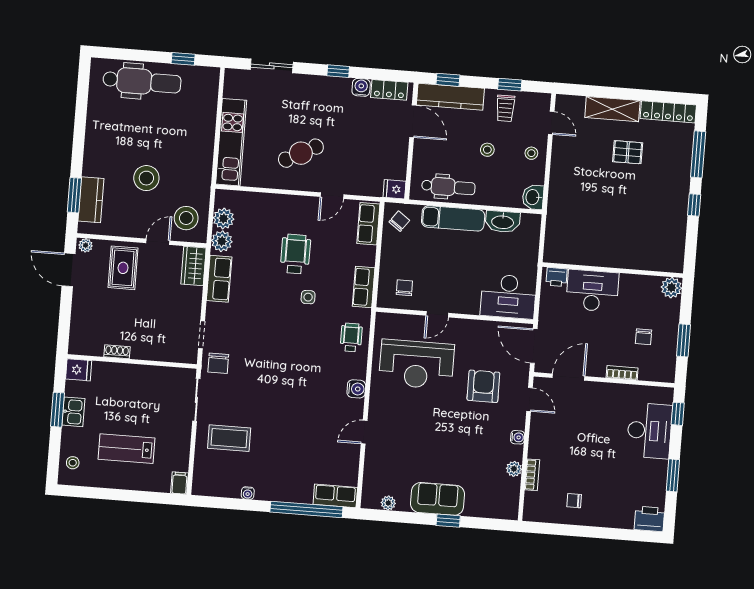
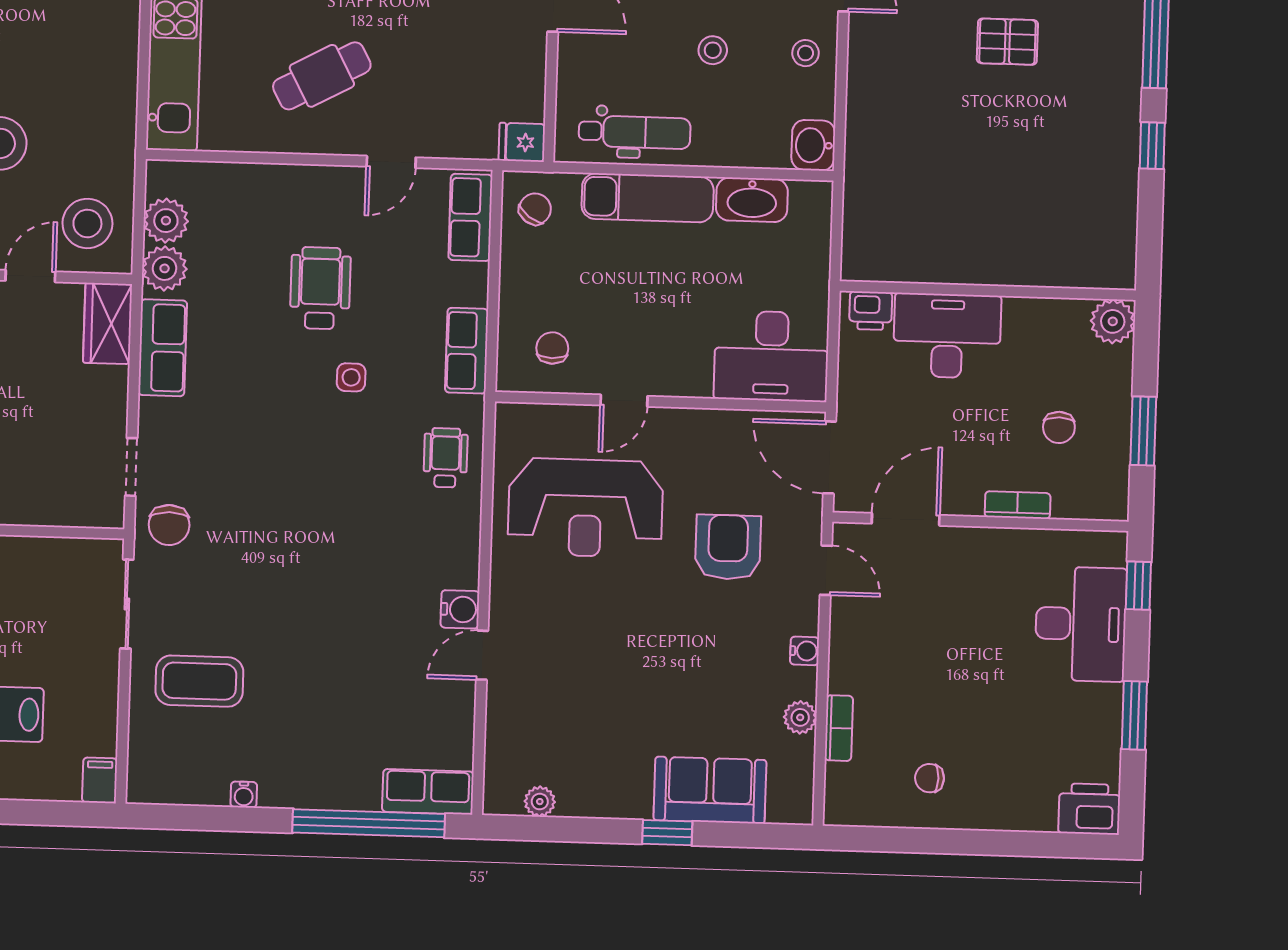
water cooler: (356, 389) -> (460, 609), moved
sofa: (438, 499) -> (710, 790), moved

